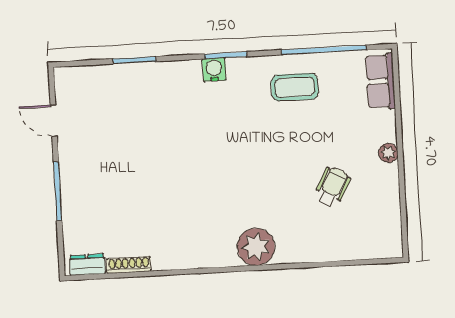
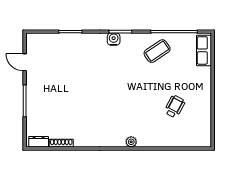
coffee table: (295, 87) -> (157, 51), turned -34
plant: (388, 153) -> (206, 90), removed
plant: (256, 247) -> (131, 142), width x0.53, depth x0.53

